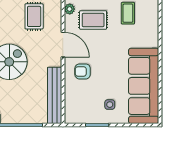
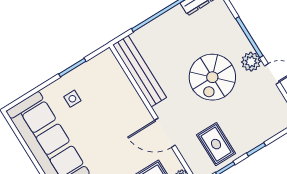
armchair: (83, 71) -> (125, 117), removed

